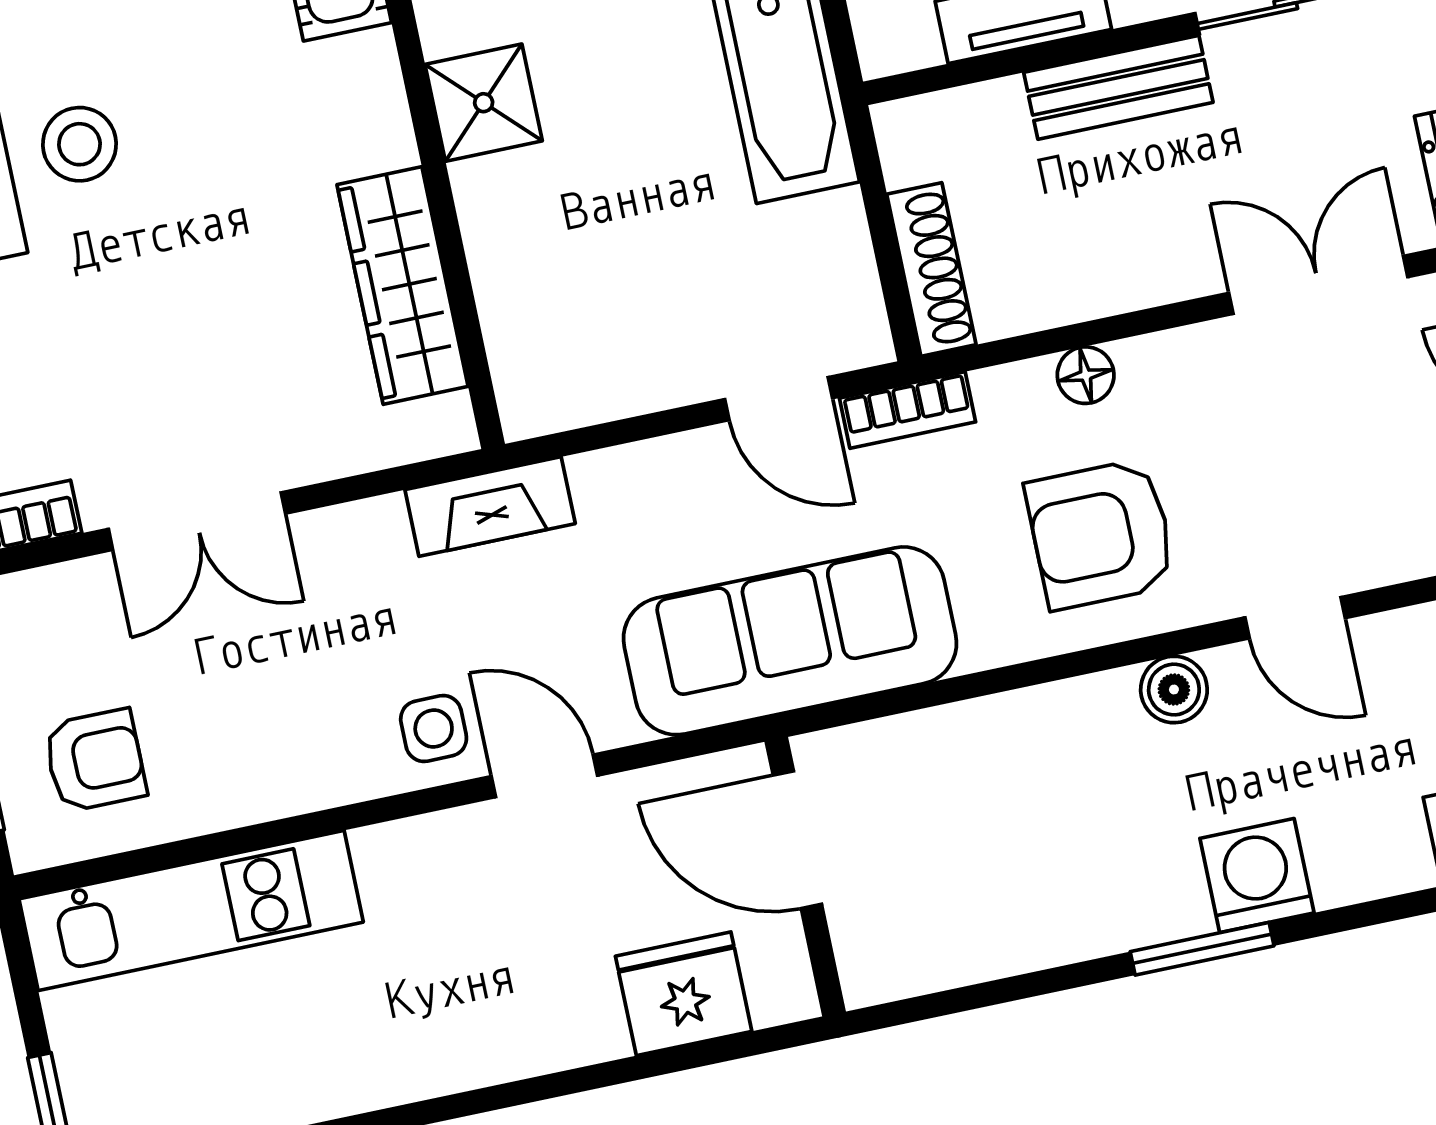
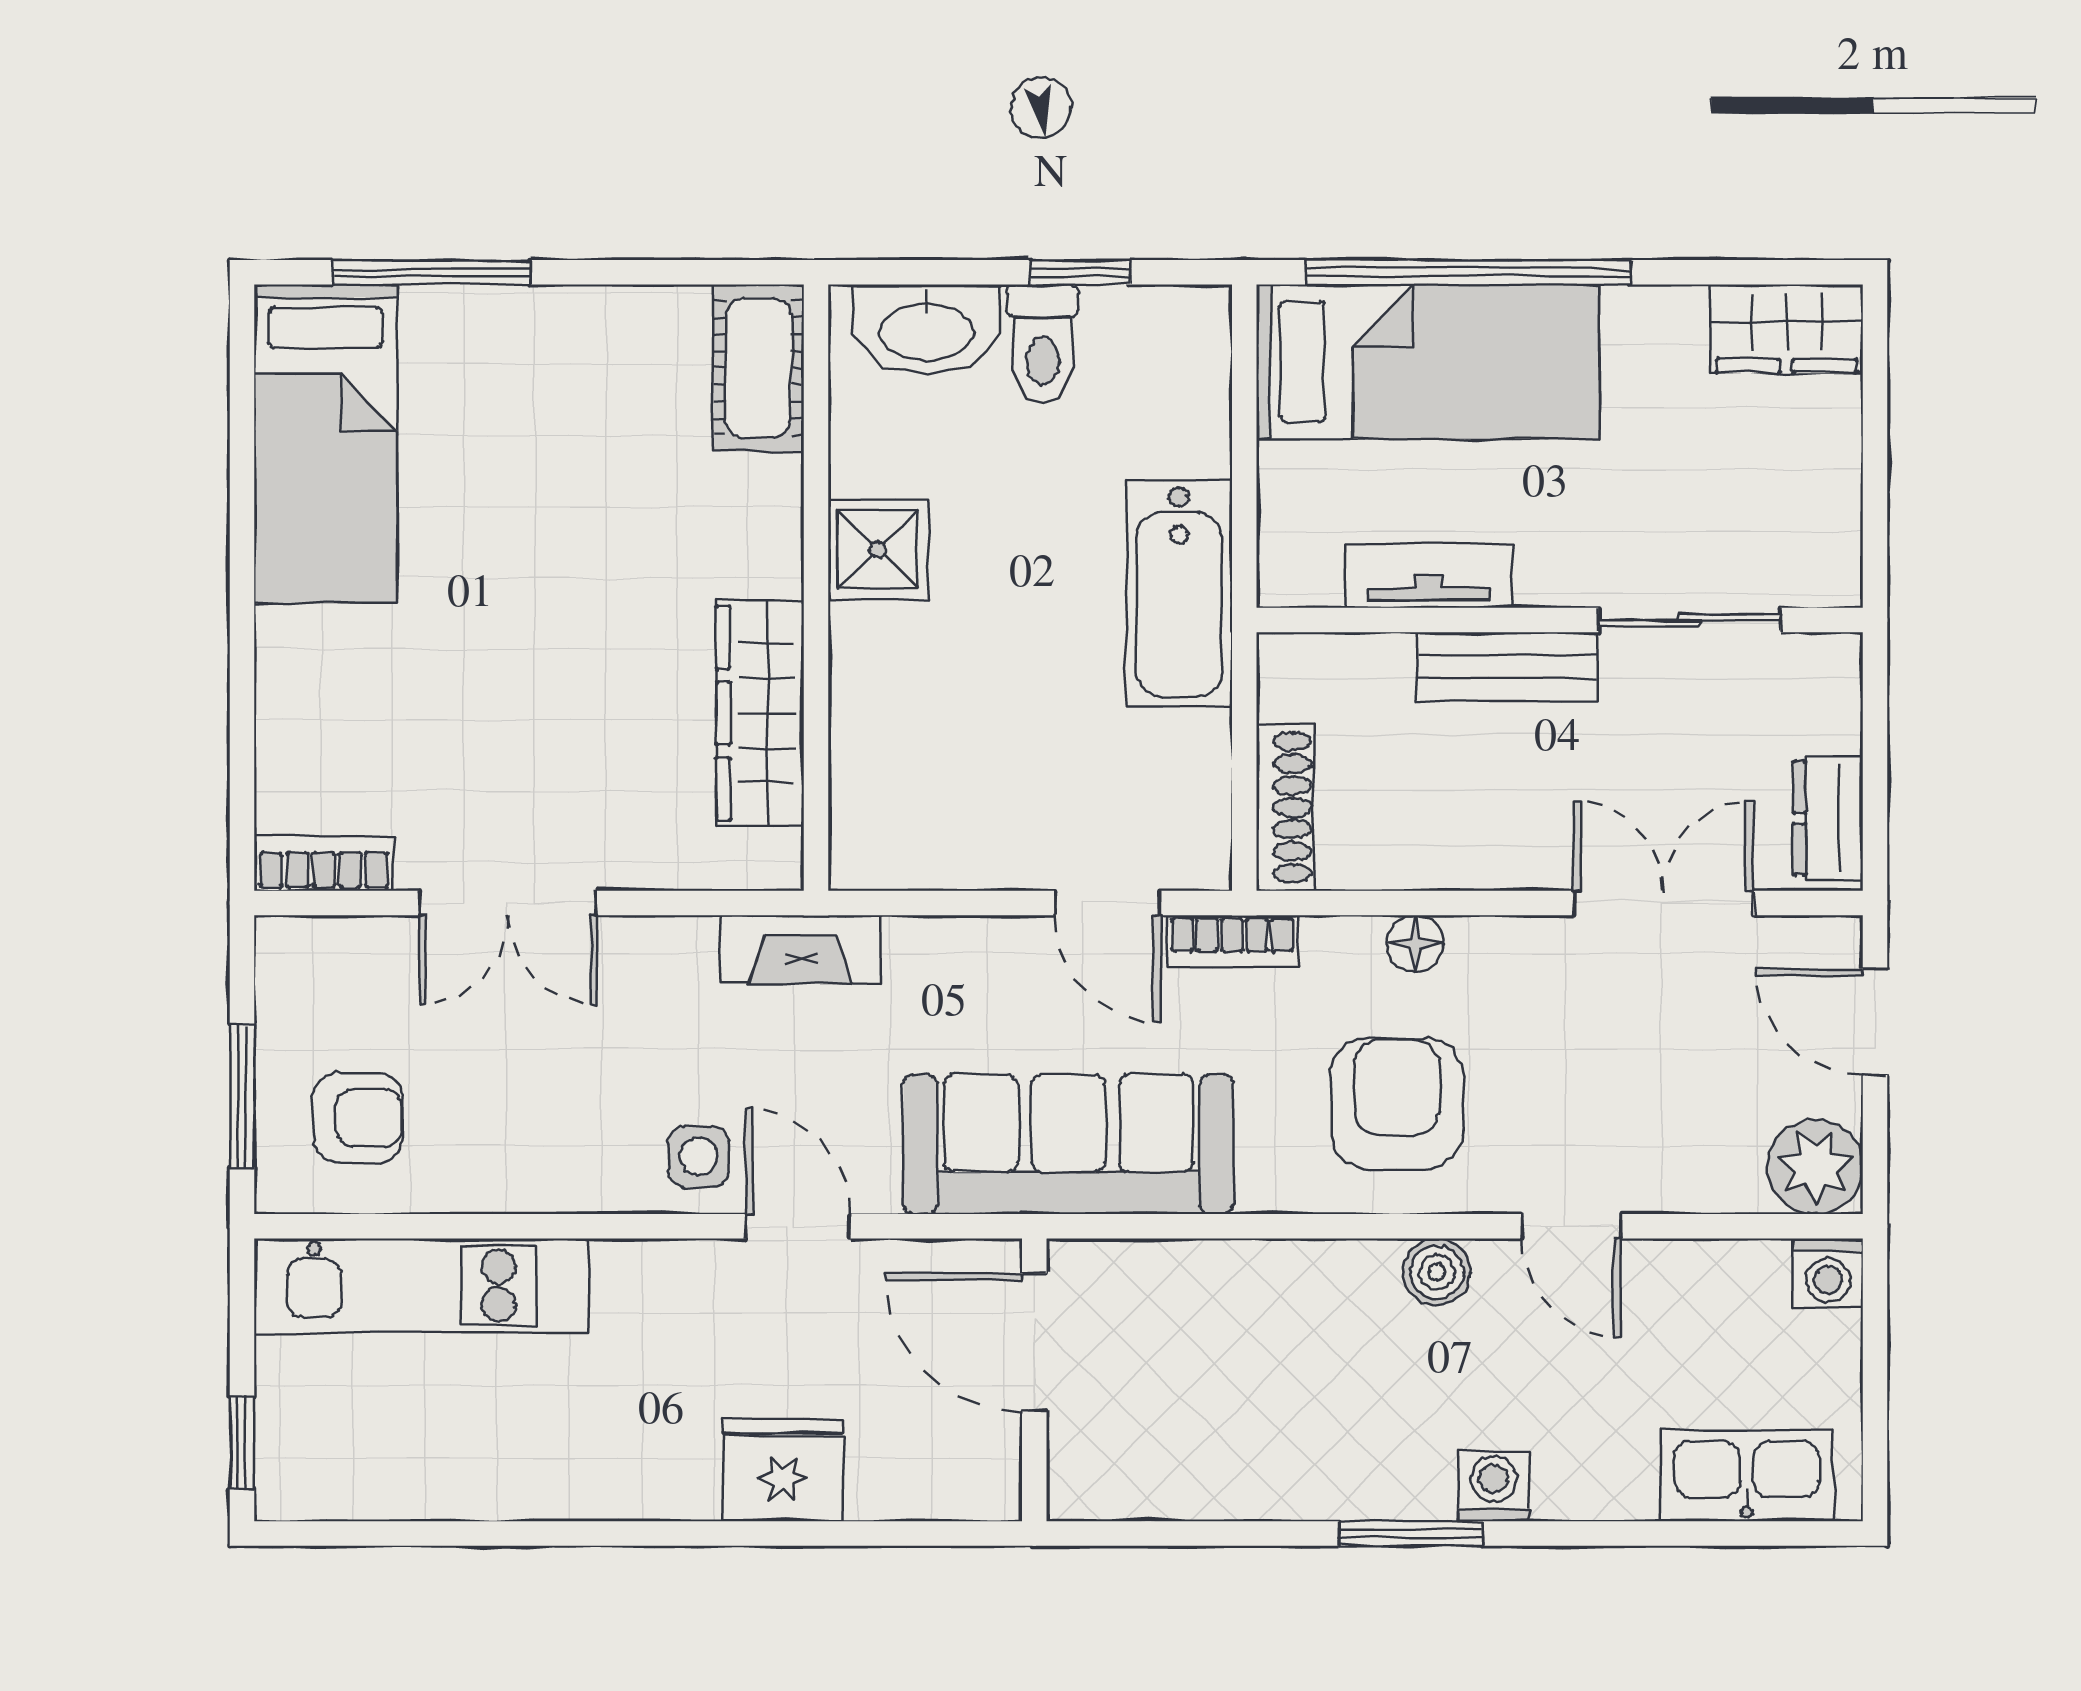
stool: (80, 144) -> (471, 507), removed
armchair: (1101, 534) -> (1397, 1103), turned 90
washing machine: (1257, 876) -> (1493, 1486), width x0.73, depth x0.73
fridge: (684, 994) -> (783, 1470), moved

